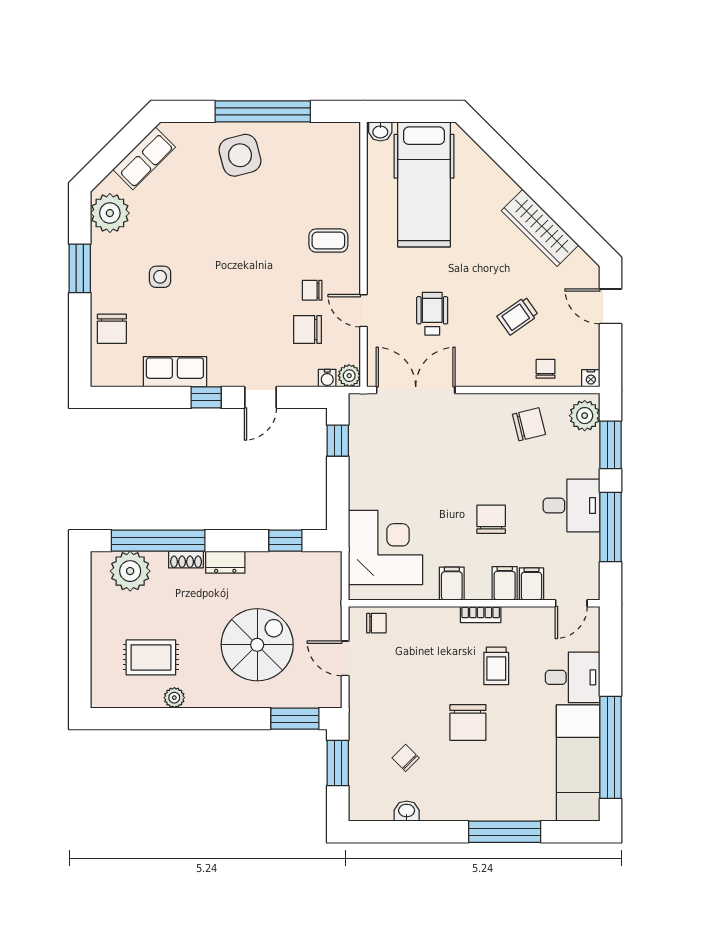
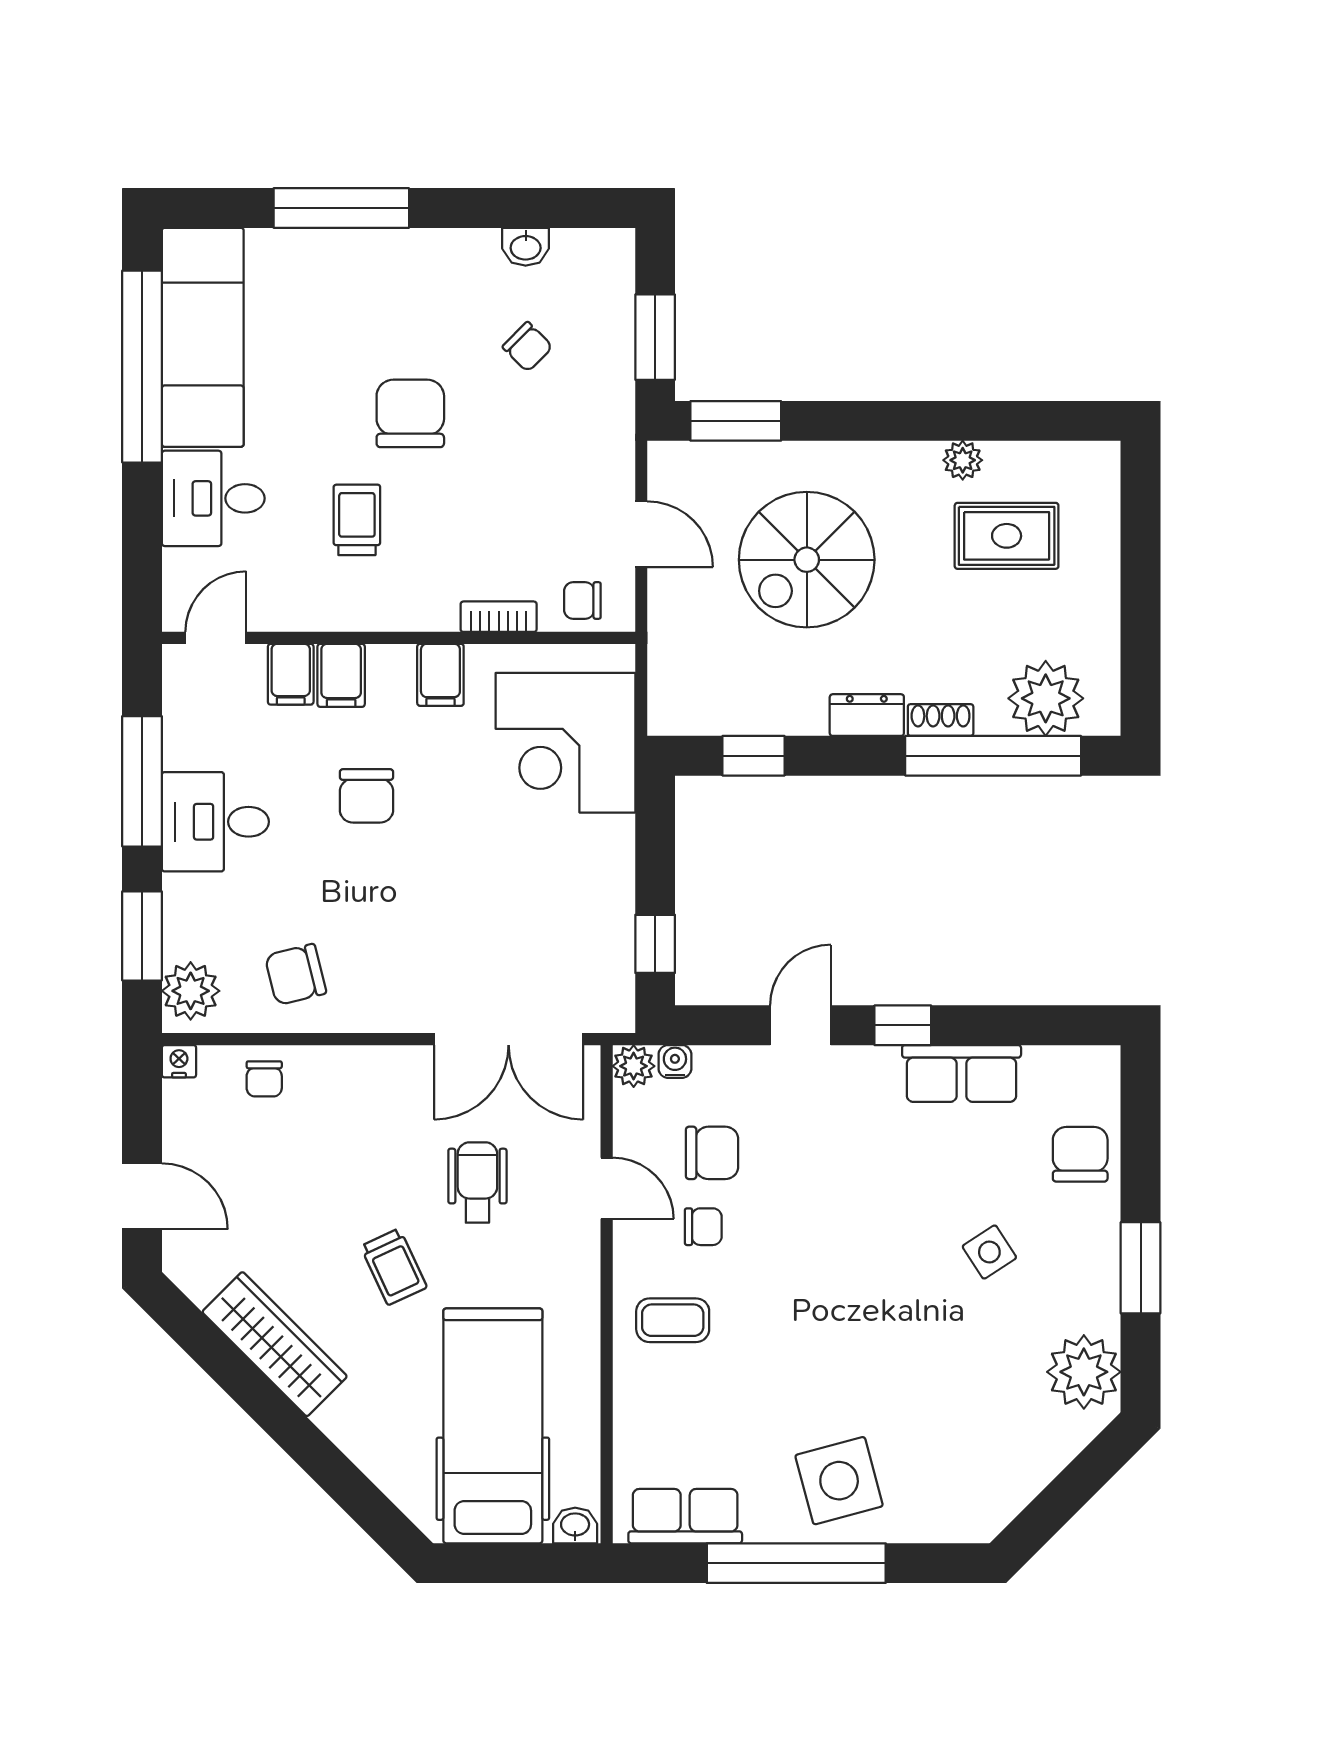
row of seats: (144, 158) -> (685, 1516), moved, turned 45
side table: (160, 277) -> (989, 1252), turned -33
wheelchair: (432, 314) -> (477, 1182), turned 180
trolley: (518, 316) -> (394, 1267), moved, turned 100
bookcase: (481, 614) -> (499, 617), moved

